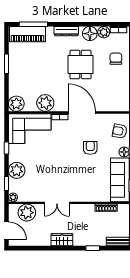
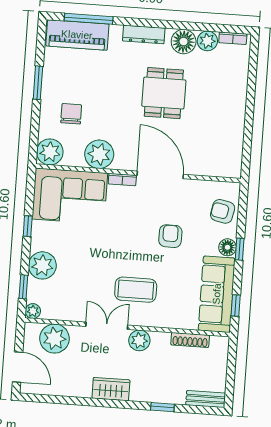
chair: (116, 59) -> (71, 114), moved
coffee table: (72, 181) -> (136, 290), added
double door: (57, 203) -> (107, 326), swing flipped
plant: (77, 210) -> (139, 340), added

